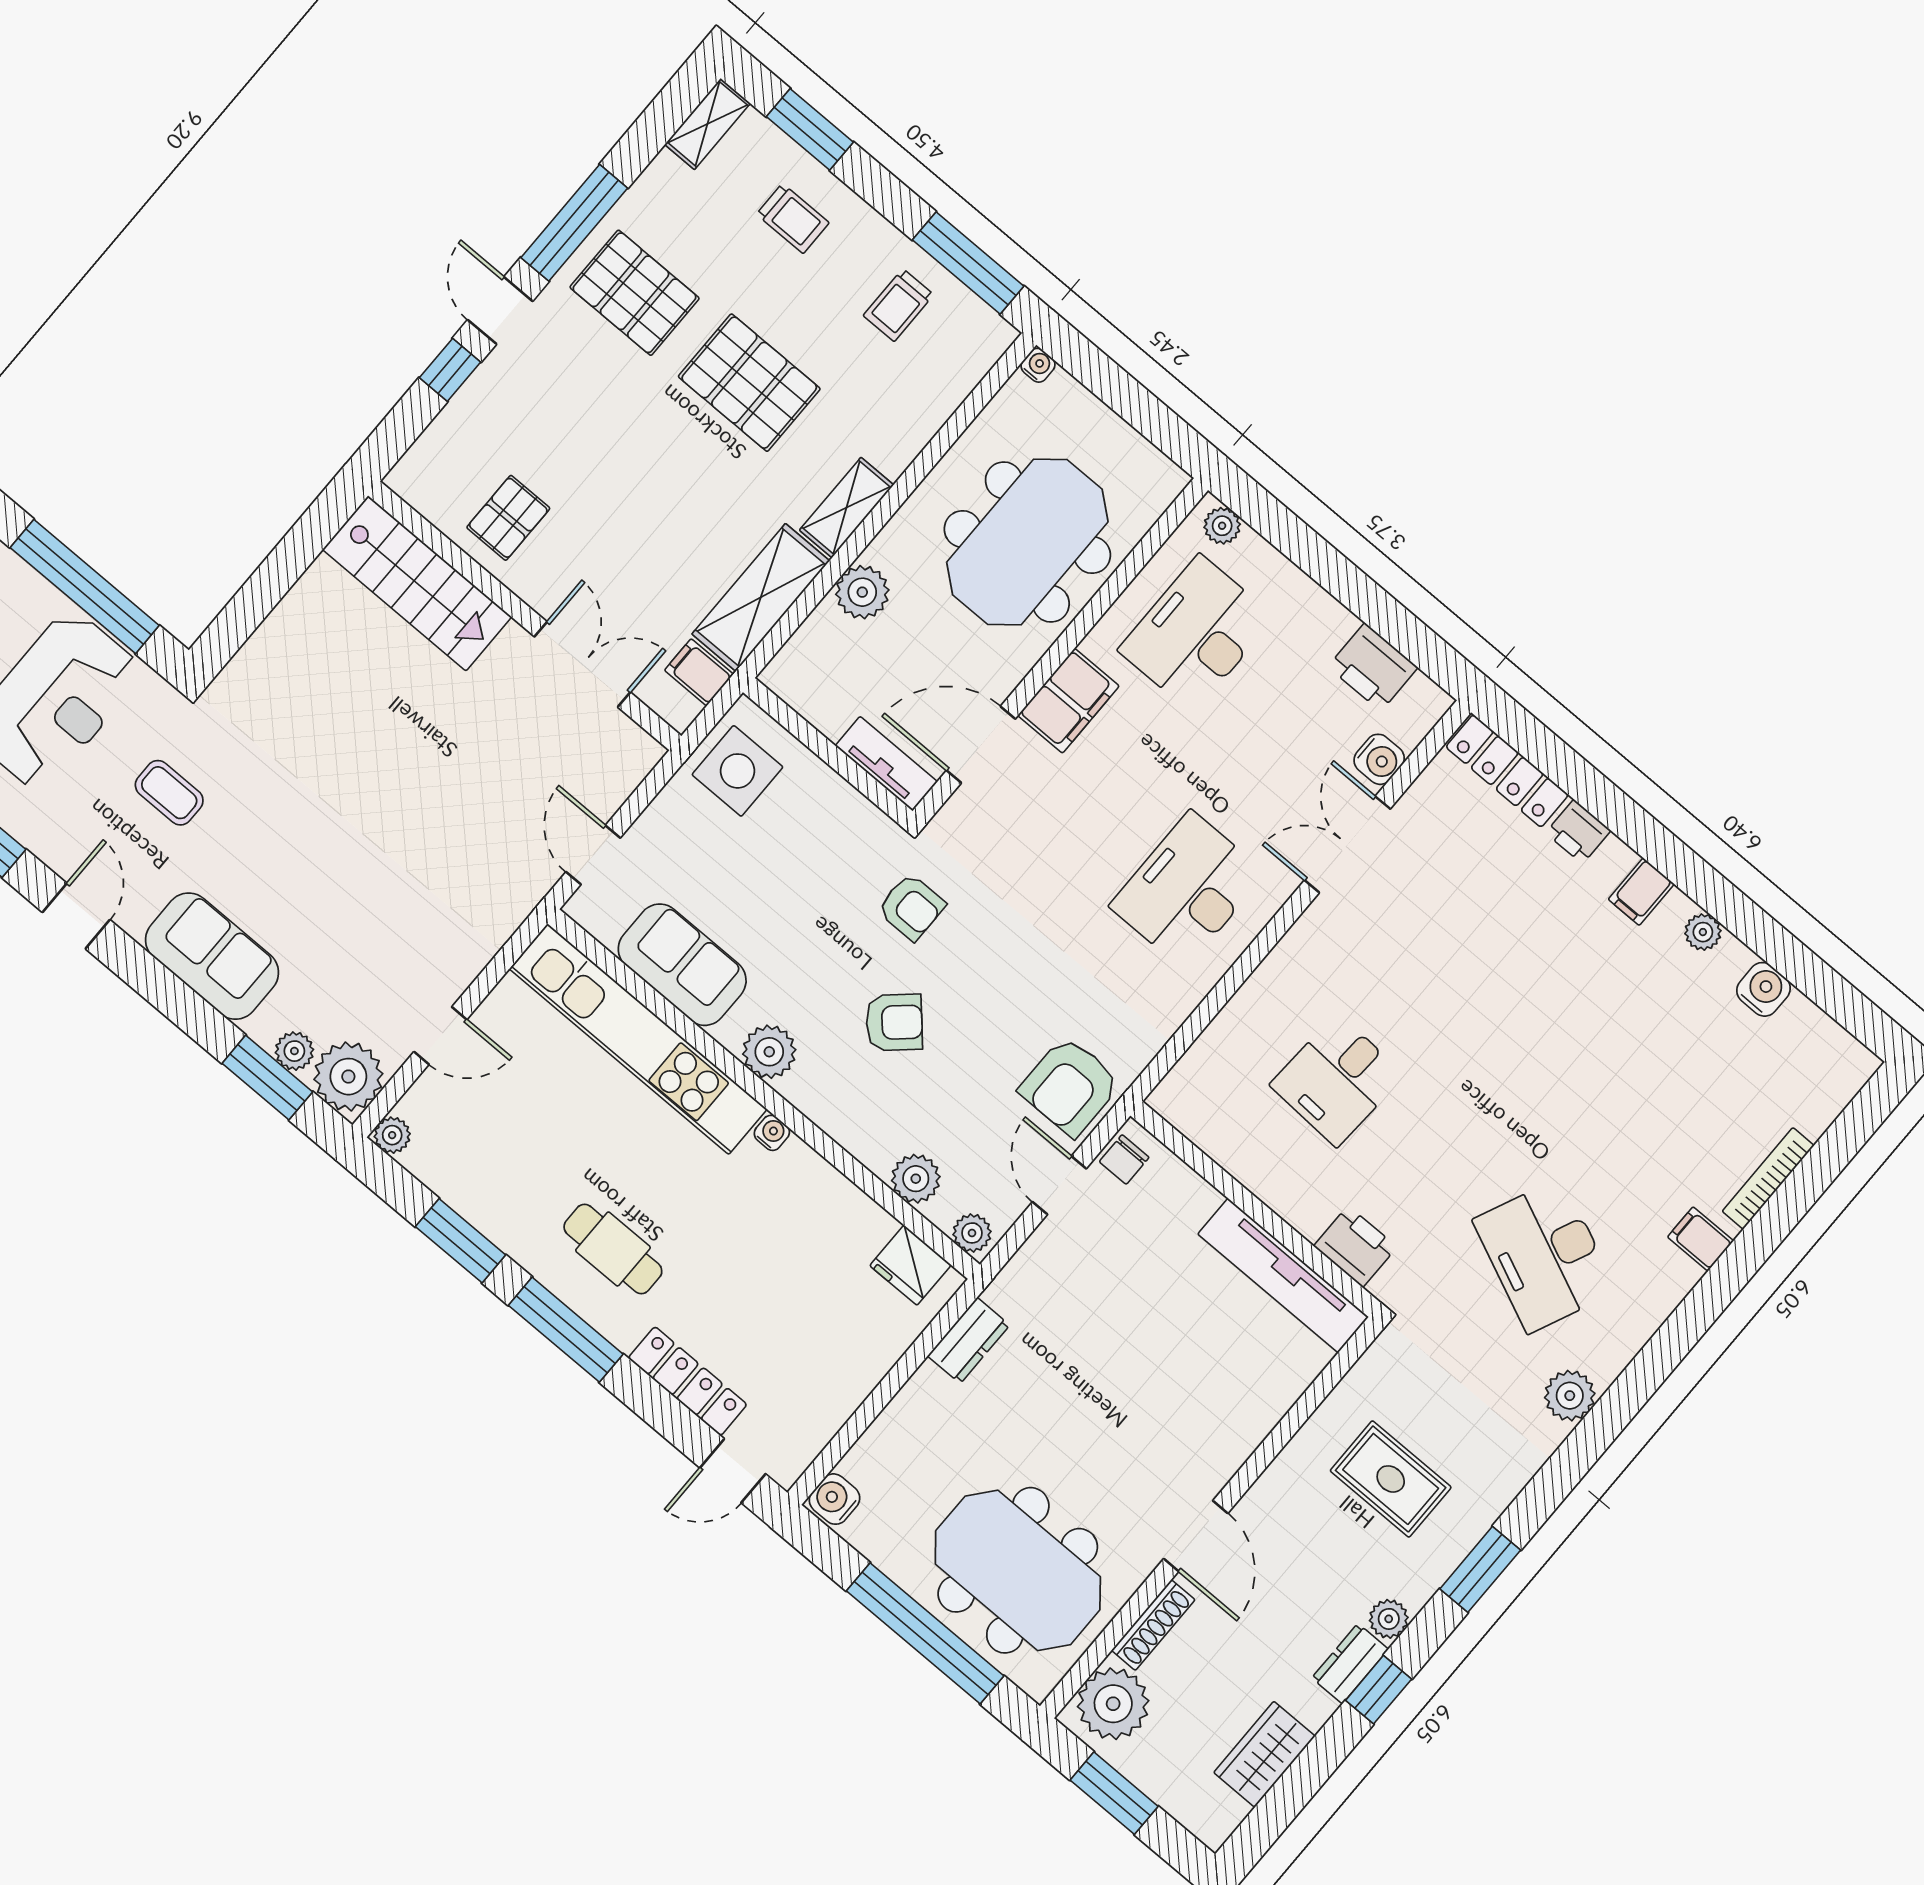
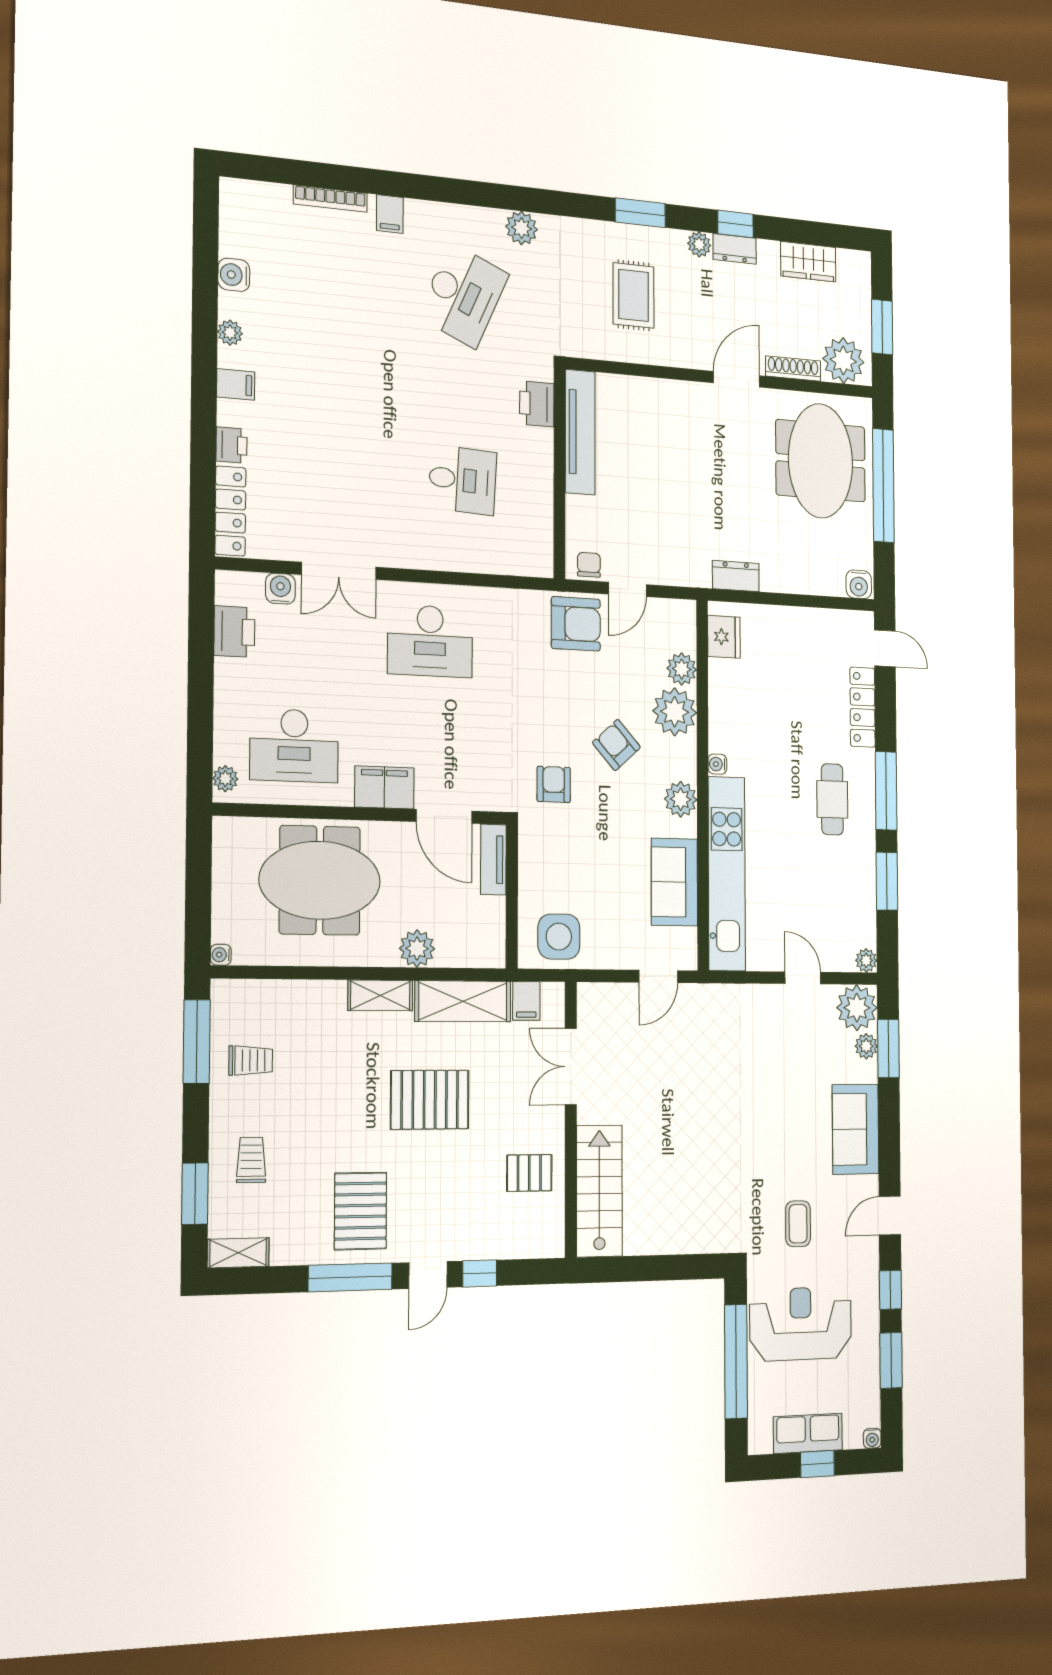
pallet: (749, 383) -> (430, 1100), moved, turned 90
chair: (1124, 1159) -> (589, 565), turned -90
plant: (972, 1233) -> (675, 712), moved, width x1.87, depth x1.87

